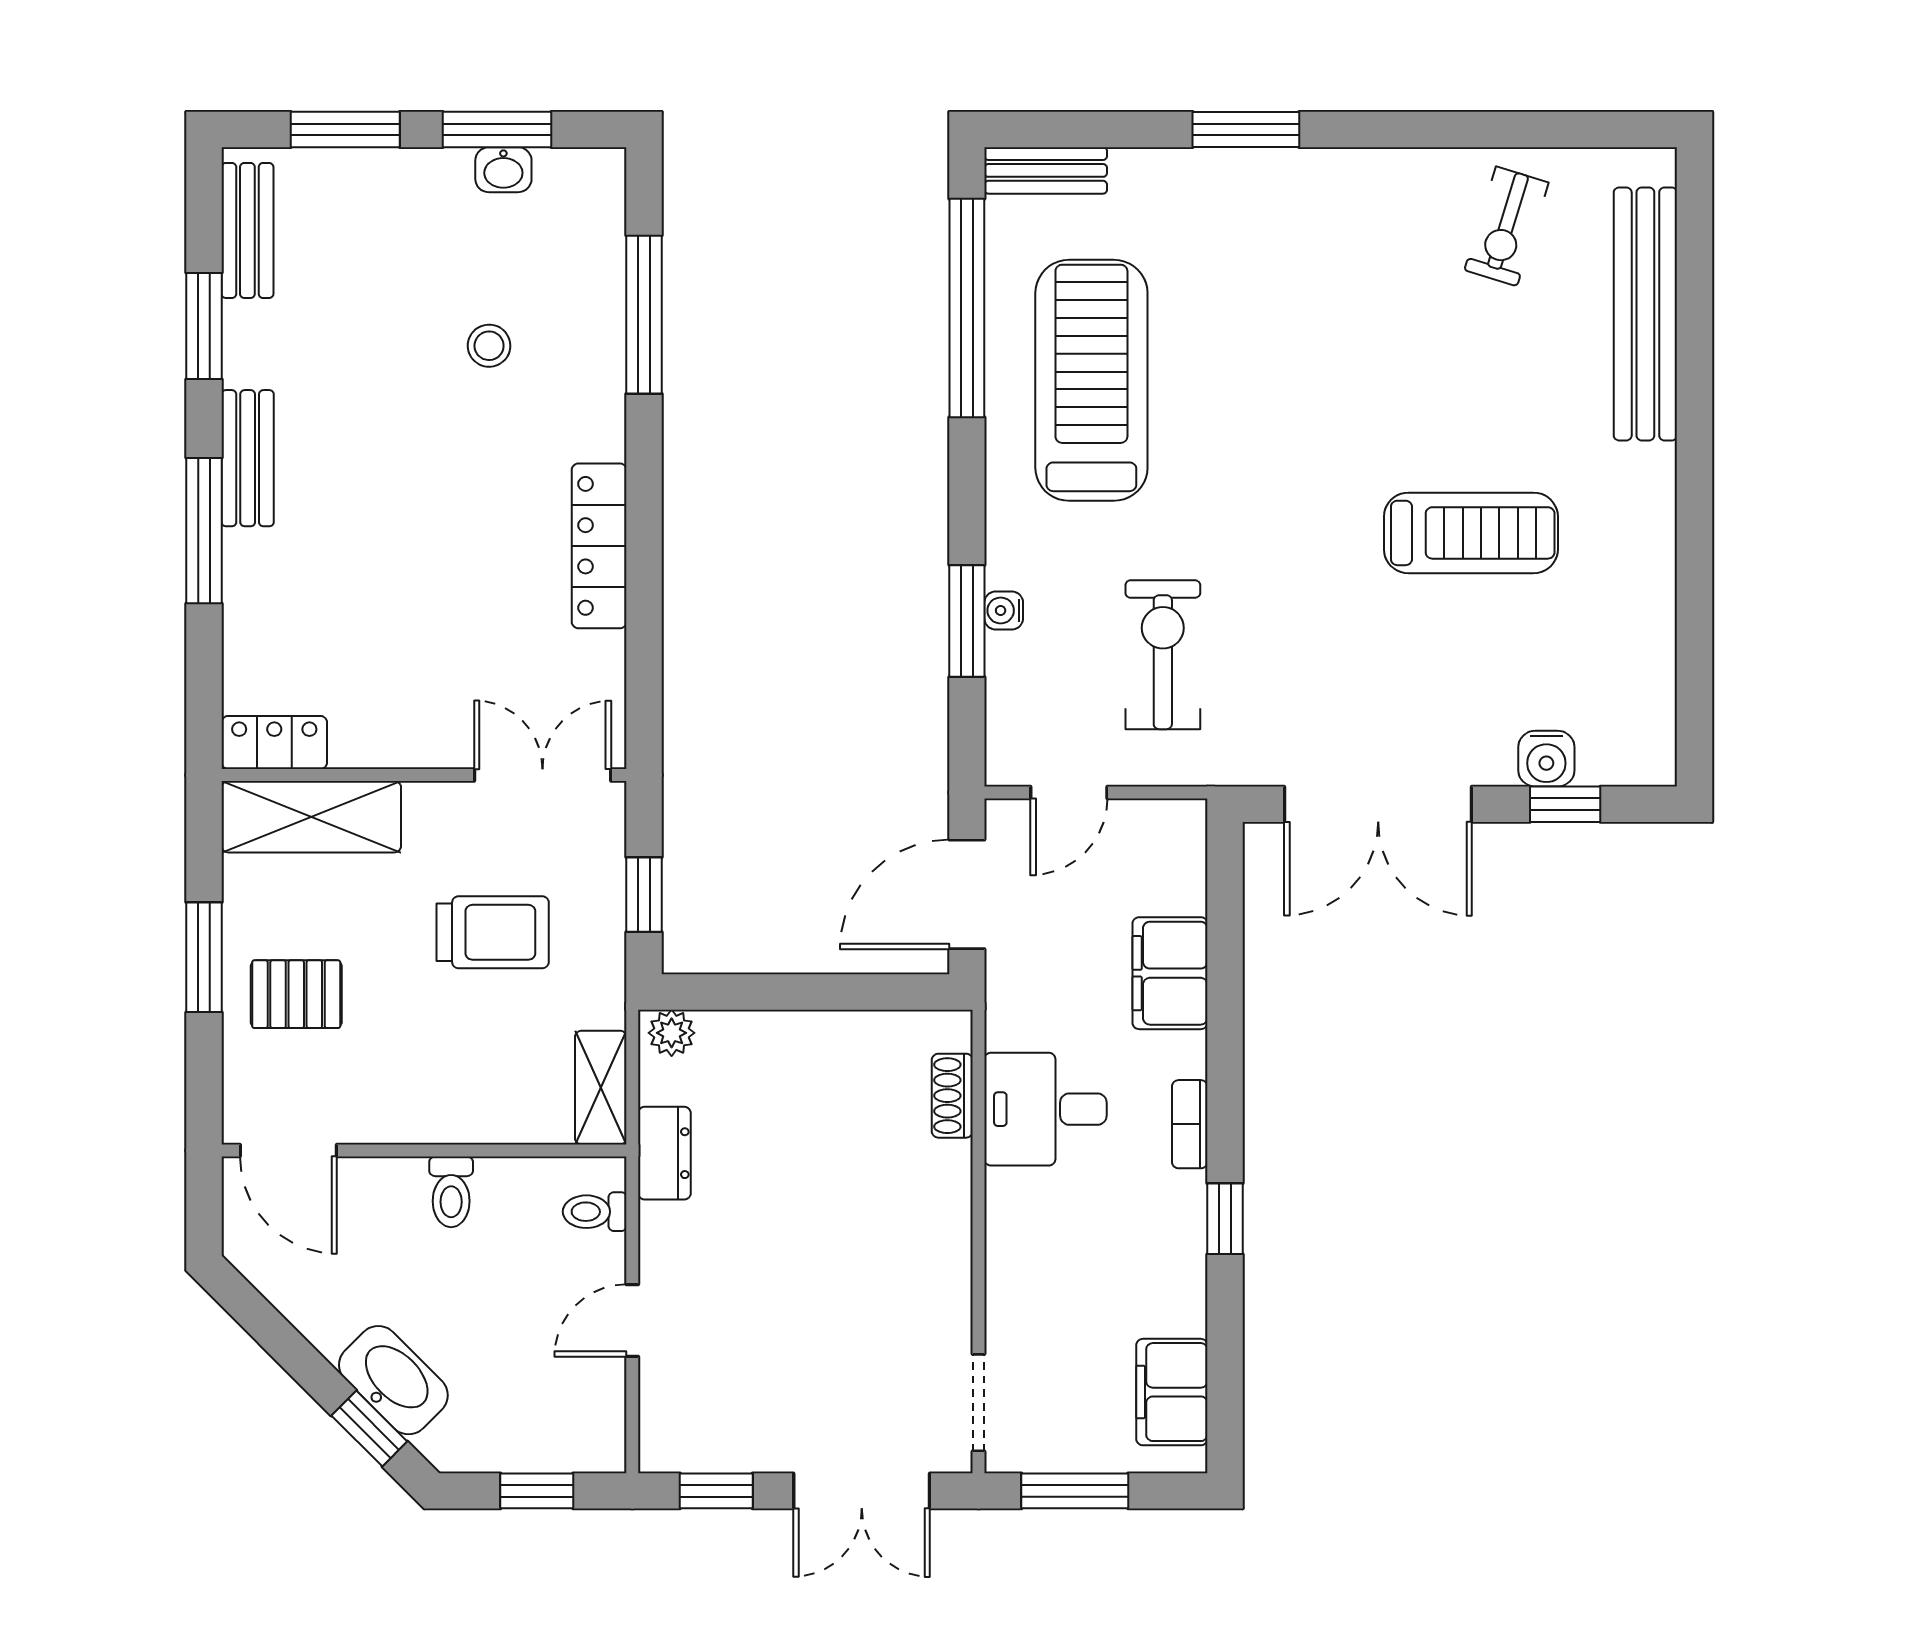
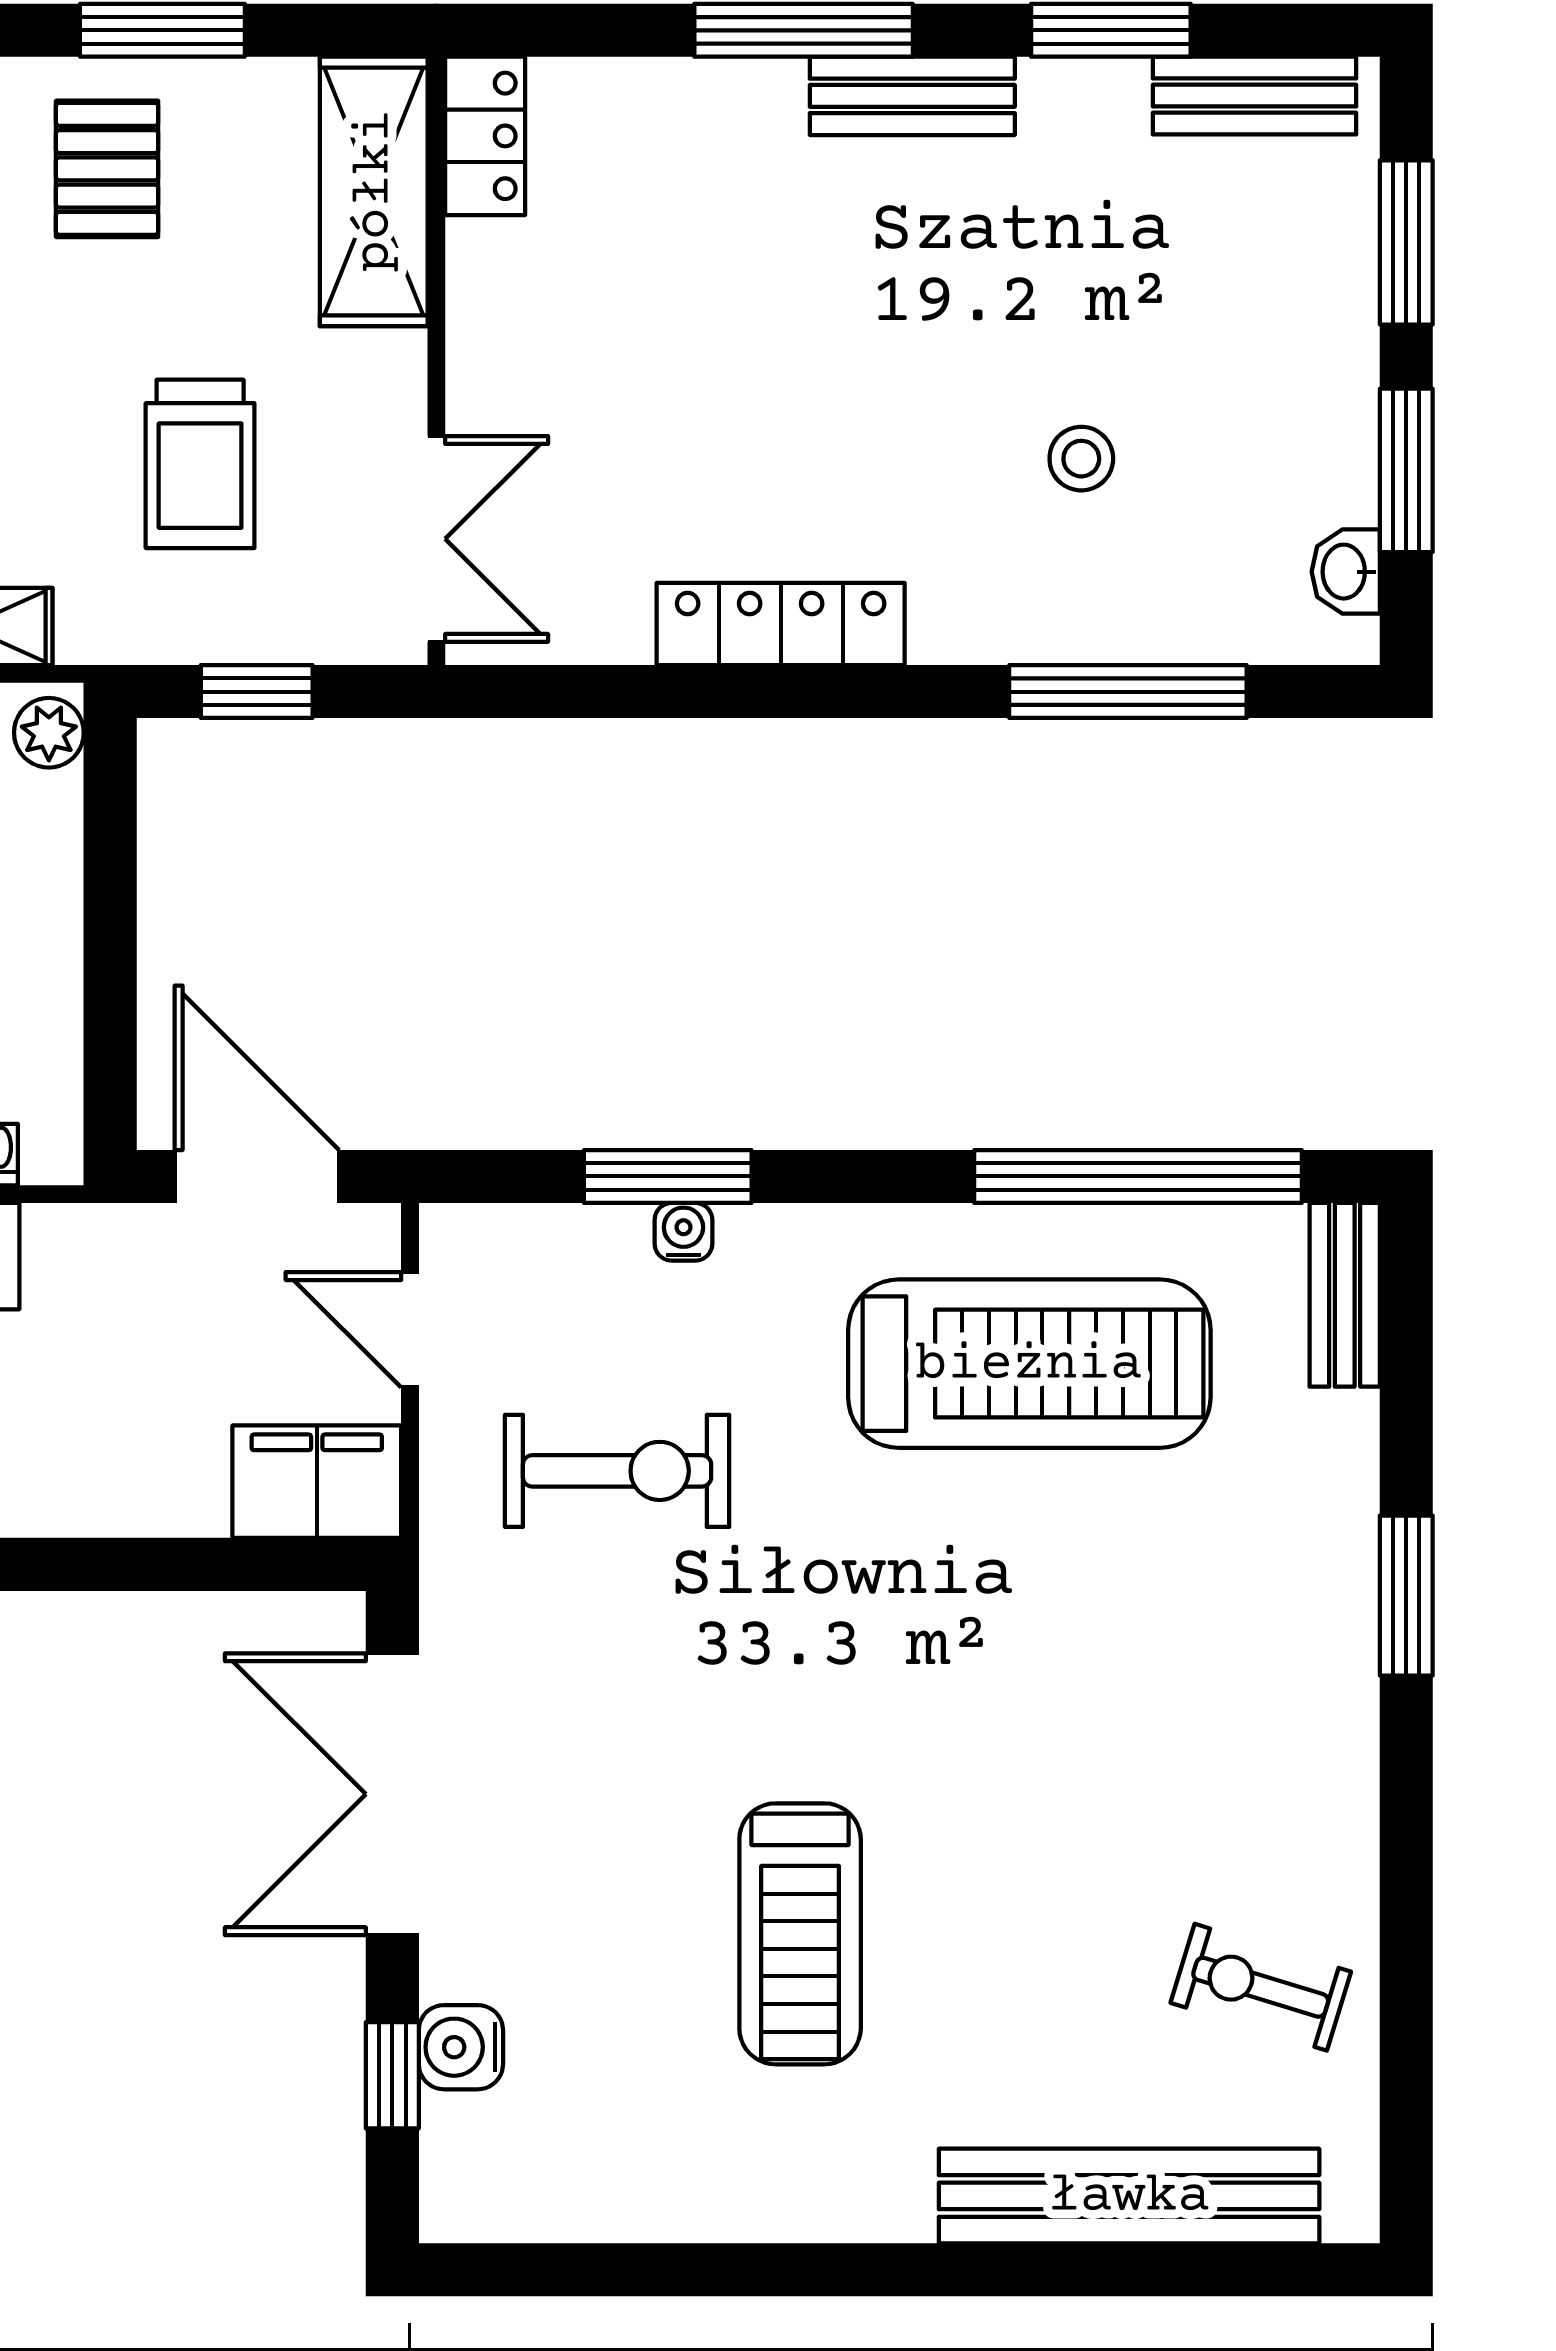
washbasin: (503, 170) -> (1346, 572), moved
filing cabinet: (1170, 973) -> (317, 1482), moved

